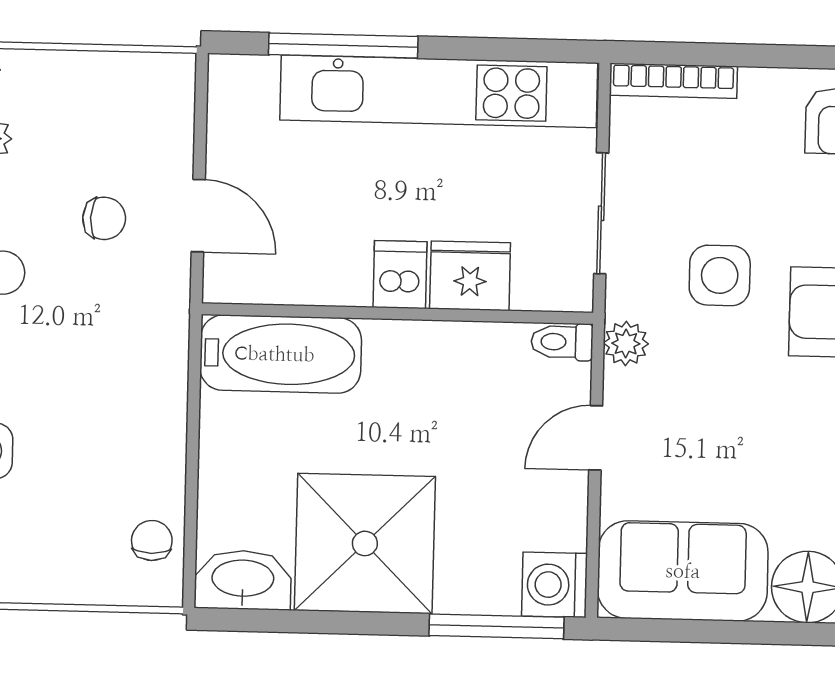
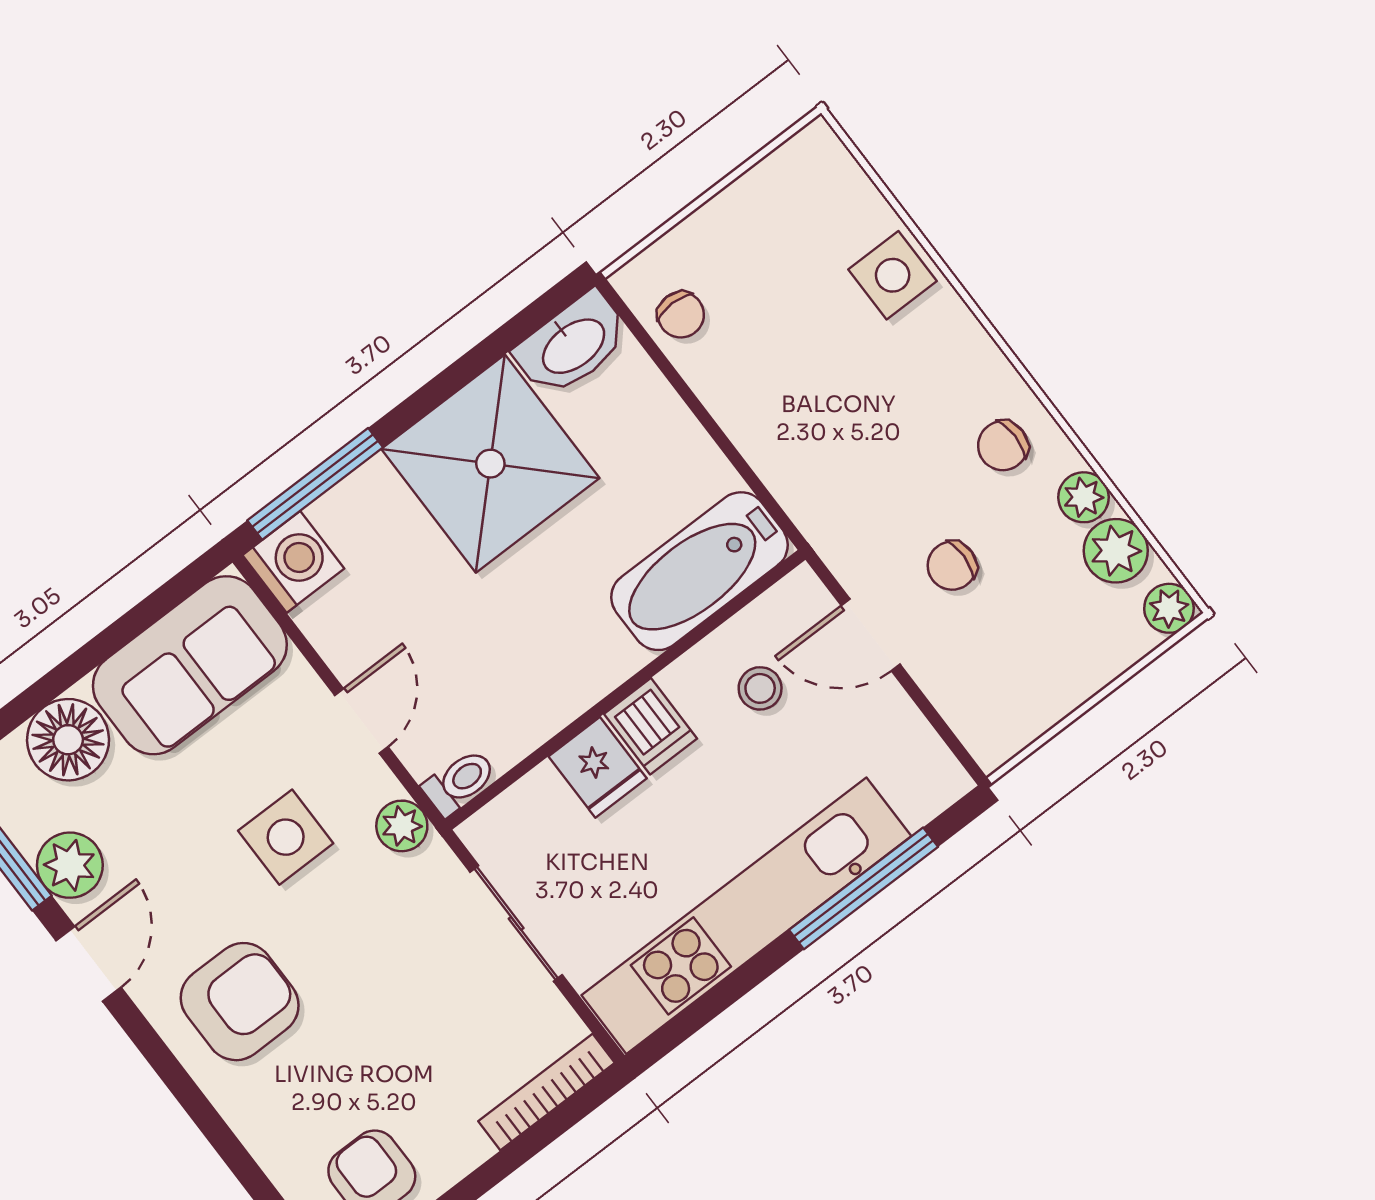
stool: (304, 240) -> (760, 688), added
side table: (720, 275) -> (286, 837), moved
fridge: (470, 276) -> (598, 767), width x0.72

